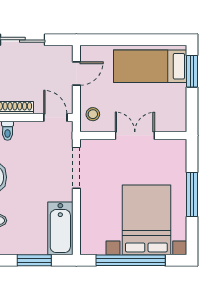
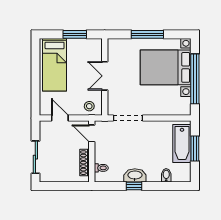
window: (192, 71) -> (75, 34), moved
door: (55, 117) -> (92, 133), hinge flipped
bathtub: (60, 228) -> (182, 144), moved, turned 90

